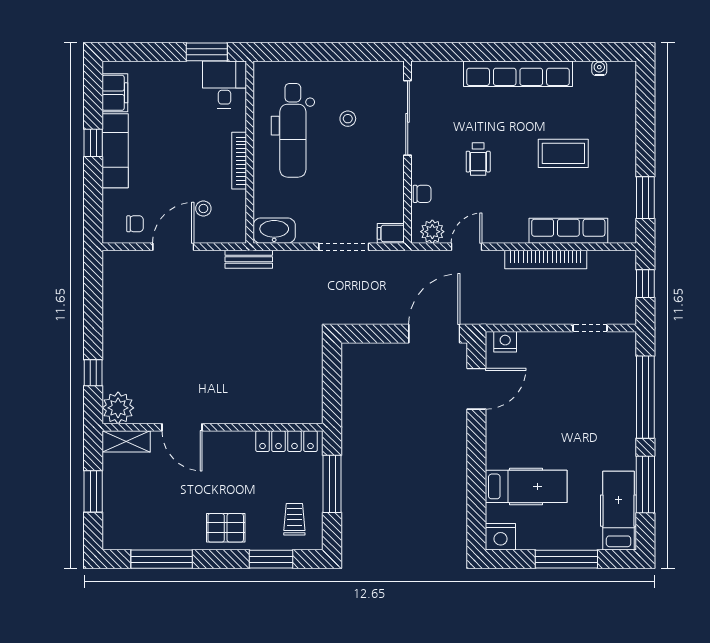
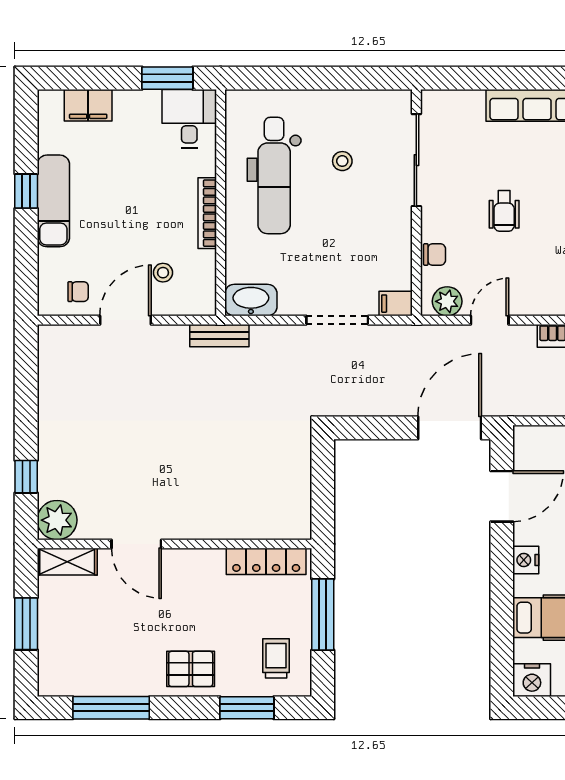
filing cabinet: (115, 93) -> (88, 105), moved, turned 90
nightstand: (505, 342) -> (526, 560), moved, turned -90

